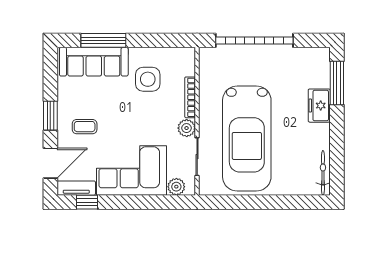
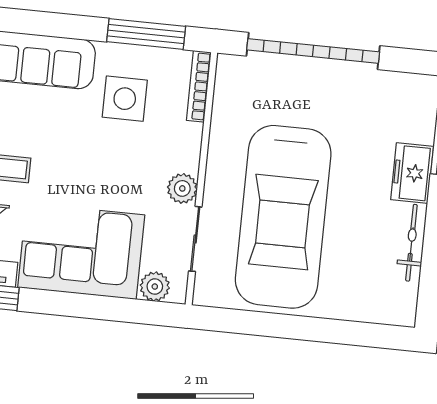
window: (103, 40) -> (146, 34), moved
bookcase: (190, 97) -> (199, 86), moved
bicycle: (323, 173) -> (411, 243), moved

